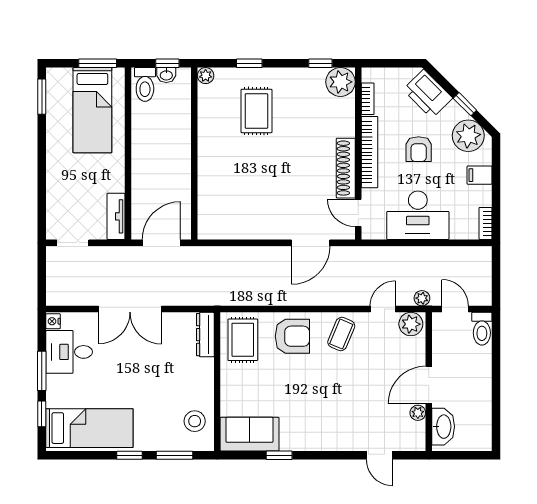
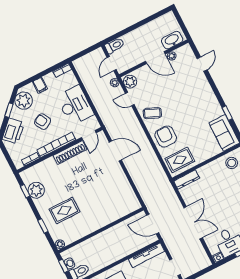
plant: (340, 82) -> (36, 190), moved
armchair: (419, 149) -> (43, 122), turned -120
tv unit: (116, 216) -> (147, 255), width x1.41

